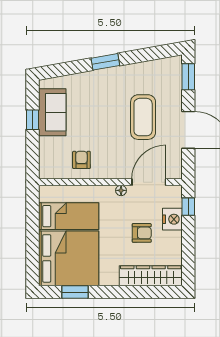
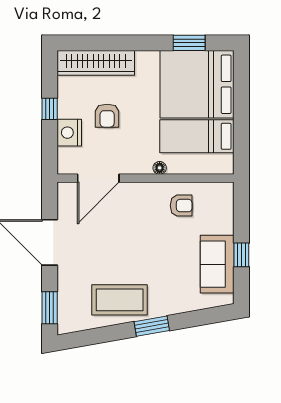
coffee table: (143, 117) -> (120, 300), moved, turned 90
armchair: (81, 160) -> (181, 206), turned -90
floor lamp: (121, 190) -> (160, 168), moved
window: (188, 207) -> (50, 109), moved
armchair: (142, 233) -> (107, 116), turned -90

